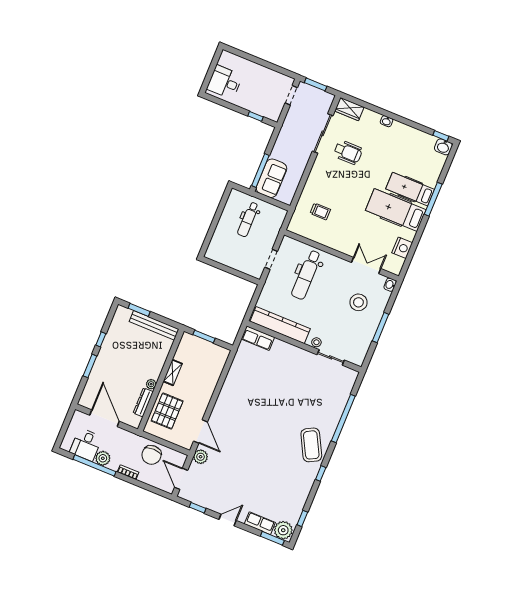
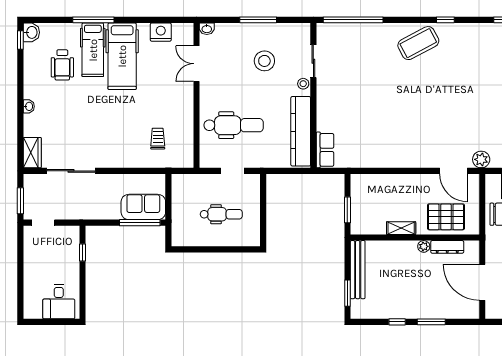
wheelchair: (348, 152) -> (62, 65), moved, turned 180
dental chair: (248, 219) -> (221, 214), moved
stool: (358, 302) -> (264, 61), moved
door: (104, 418) -> (482, 282), hinge flipped
window: (343, 418) -> (353, 20), moved
door: (201, 431) -> (453, 171), swing flipped

